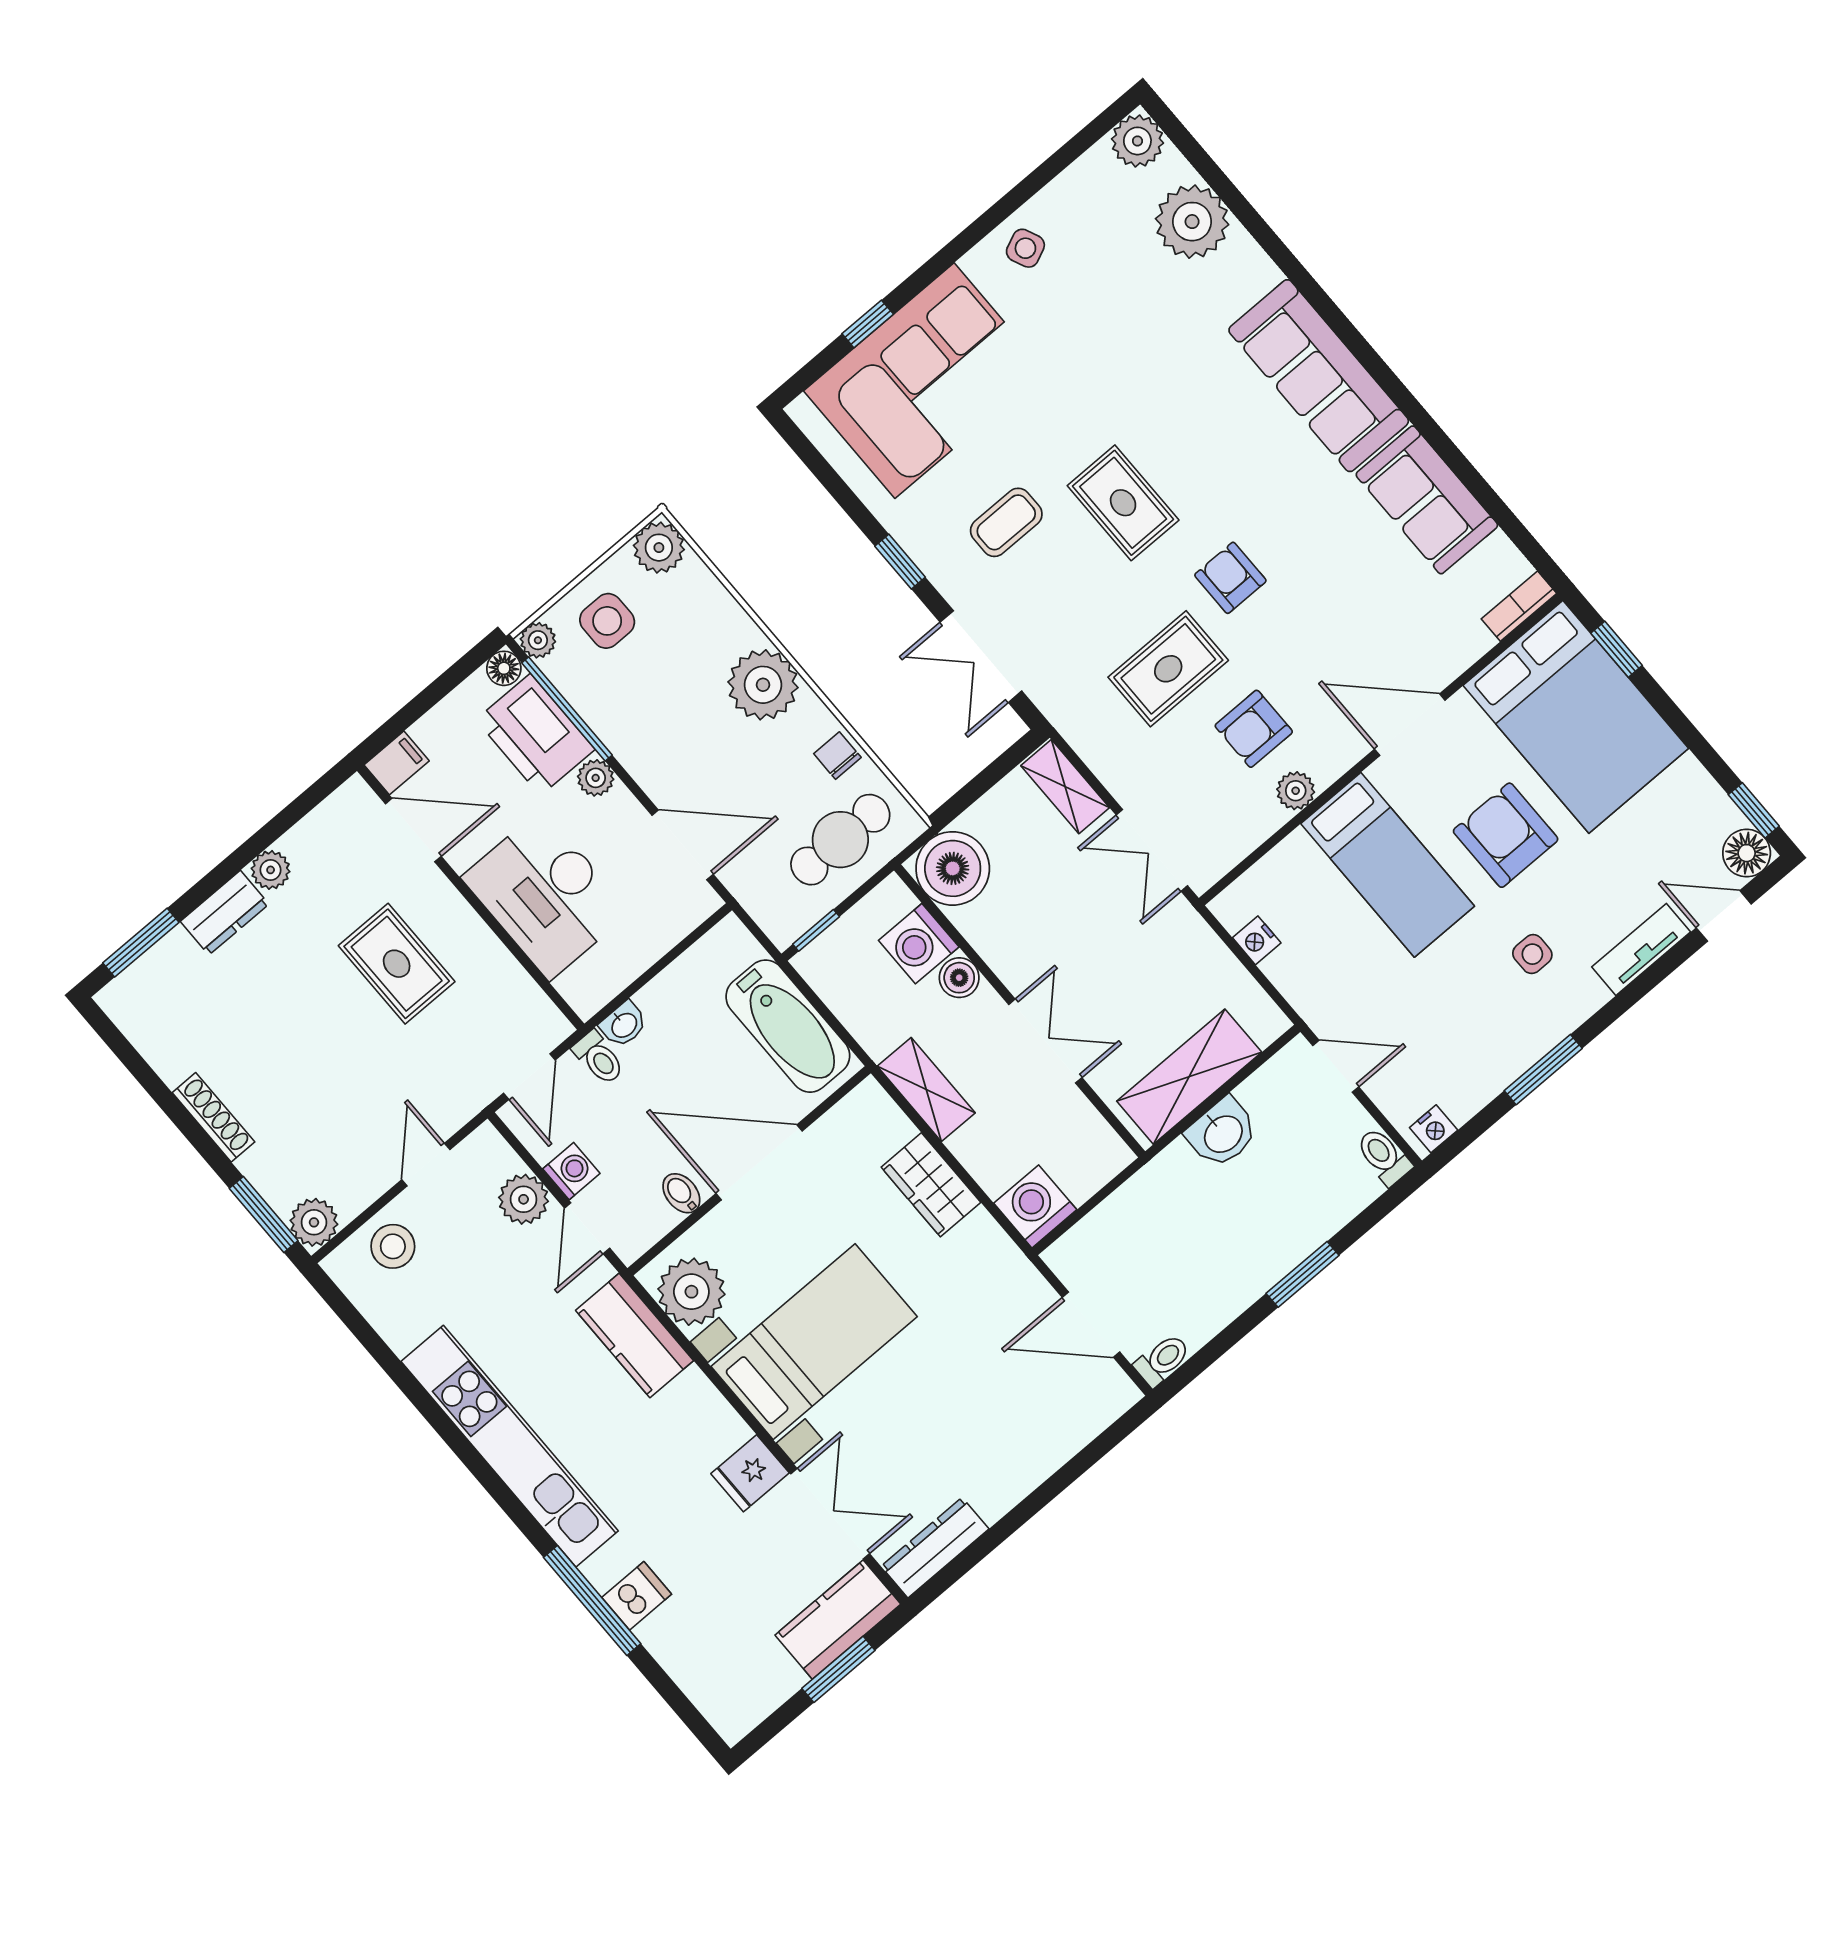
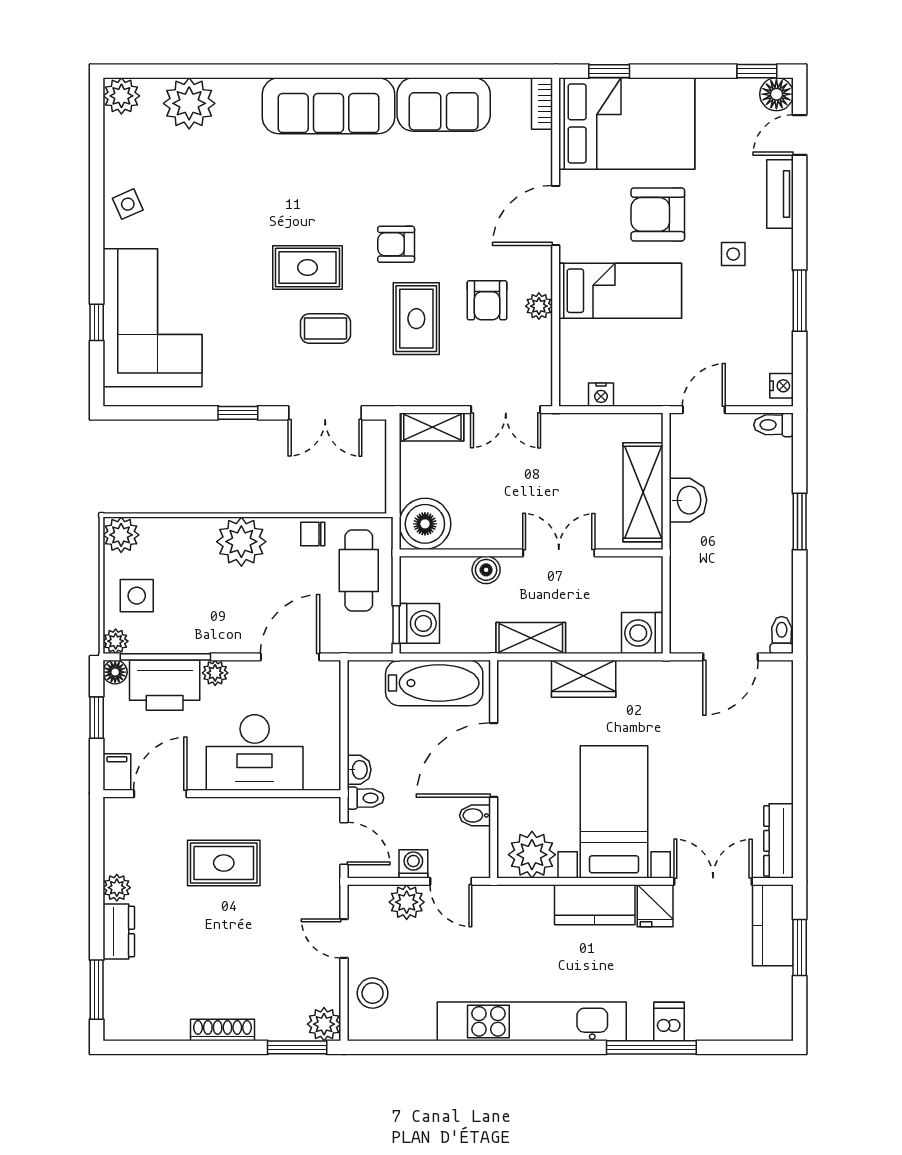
coffee table: (1006, 522) -> (325, 329), moved, turned 90
window: (437, 690) -> (97, 718), added
washing machine: (919, 944) -> (419, 623), moved, turned -90
kitchen counter: (635, 1335) -> (595, 905), moved

